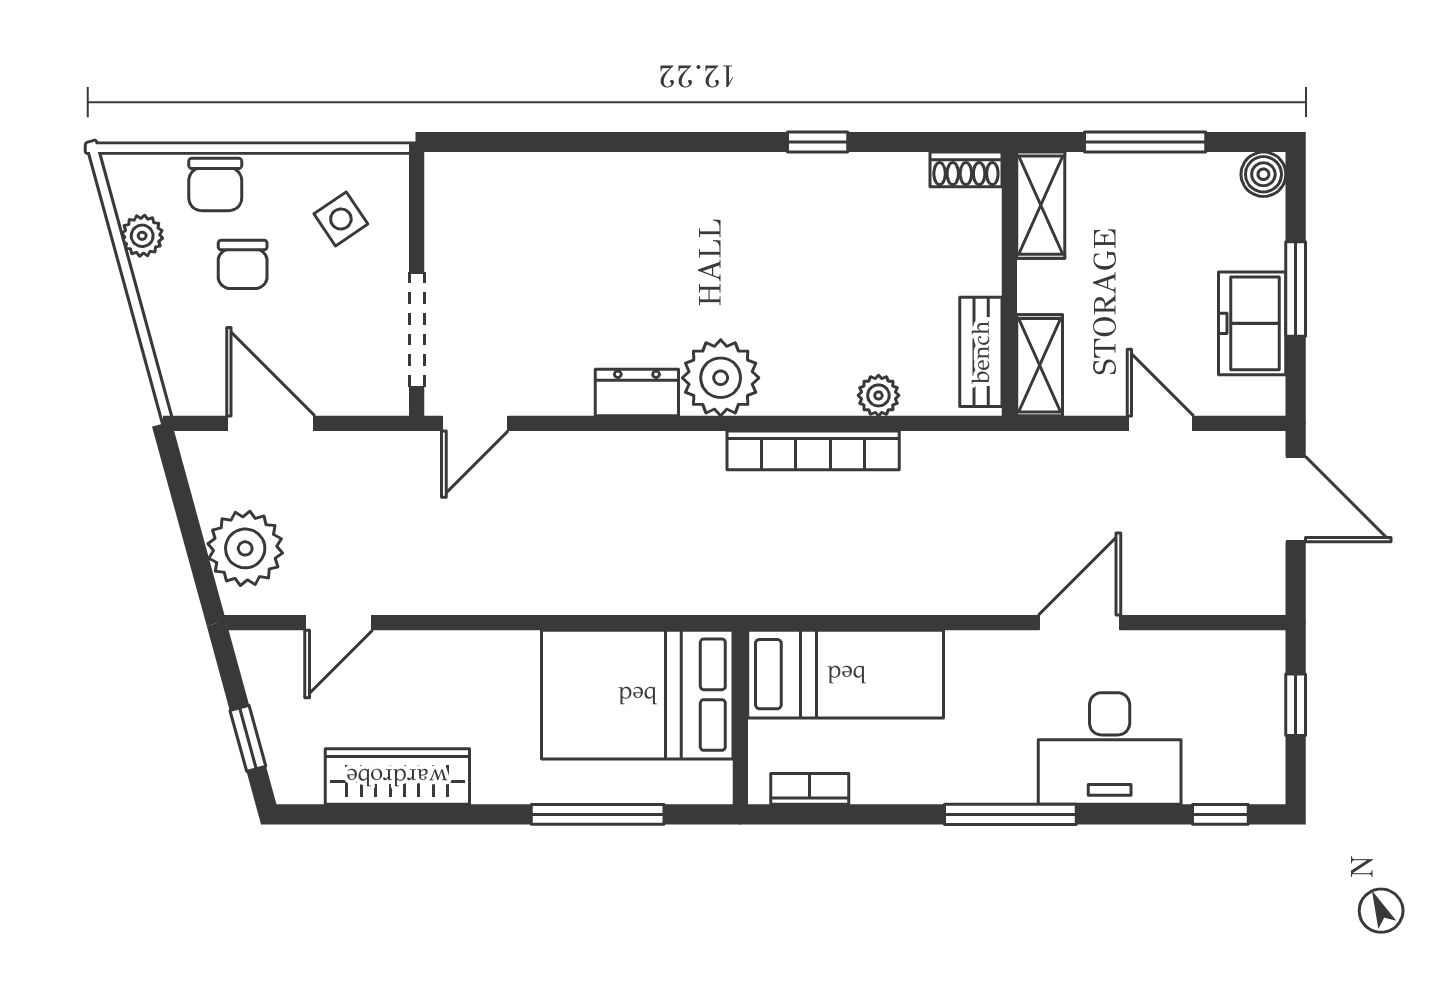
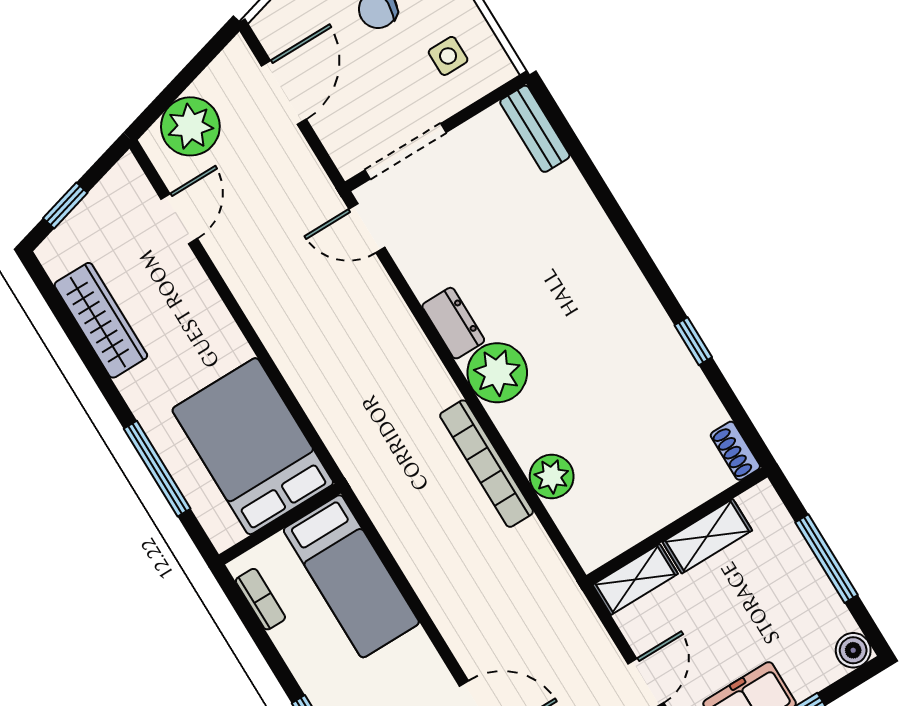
shelving: (1041, 205) -> (707, 536), moved
side table: (341, 219) -> (448, 56), turned 34
bench: (981, 352) -> (535, 129), moved, turned 90
plant: (878, 395) -> (552, 476), width x1.38, depth x1.38
door: (339, 623) -> (179, 219), swing flipped

